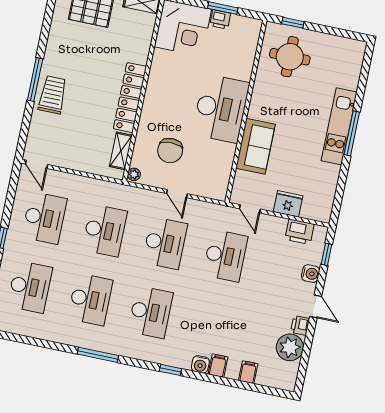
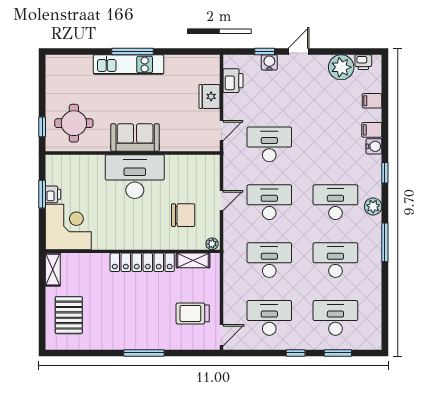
trolley: (53, 95) -> (193, 313), moved
sofa: (255, 146) -> (135, 137), moved
window: (327, 254) -> (265, 51), moved
printer: (300, 325) -> (363, 62), moved
plant: (138, 350) -> (373, 206), added

